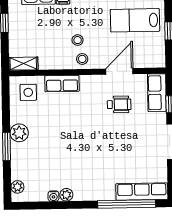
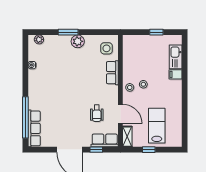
shelving: (23, 64) -> (127, 137), moved
plant: (66, 195) -> (33, 74), removed

